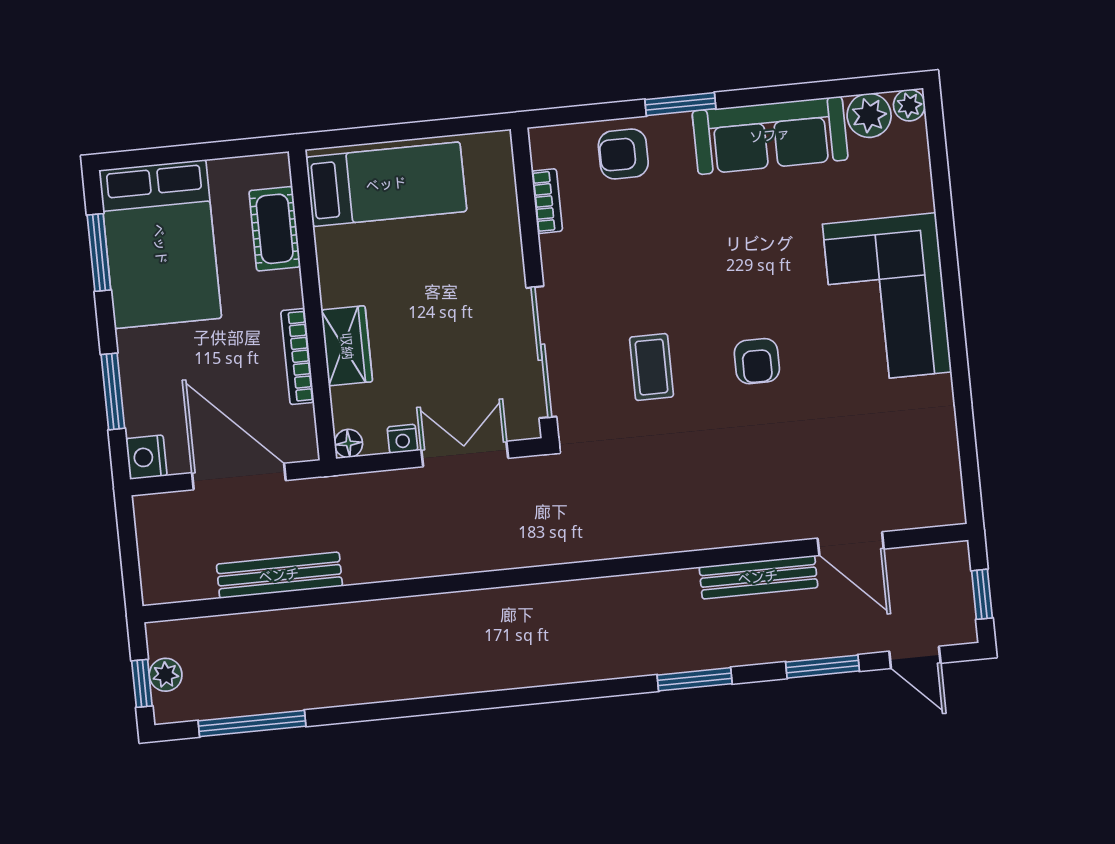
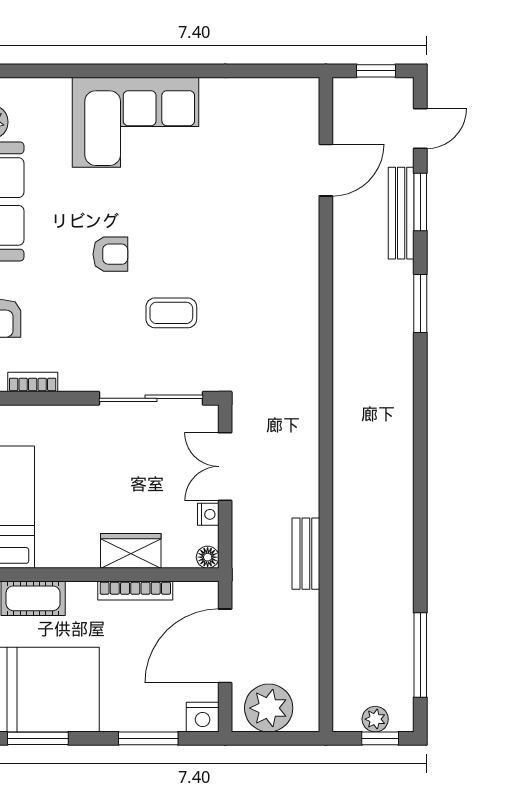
armchair: (757, 361) -> (110, 254), moved
plant: (166, 539) -> (269, 708), added
bench: (279, 575) -> (306, 554), moved, width x0.73
bench: (758, 577) -> (401, 213), moved

